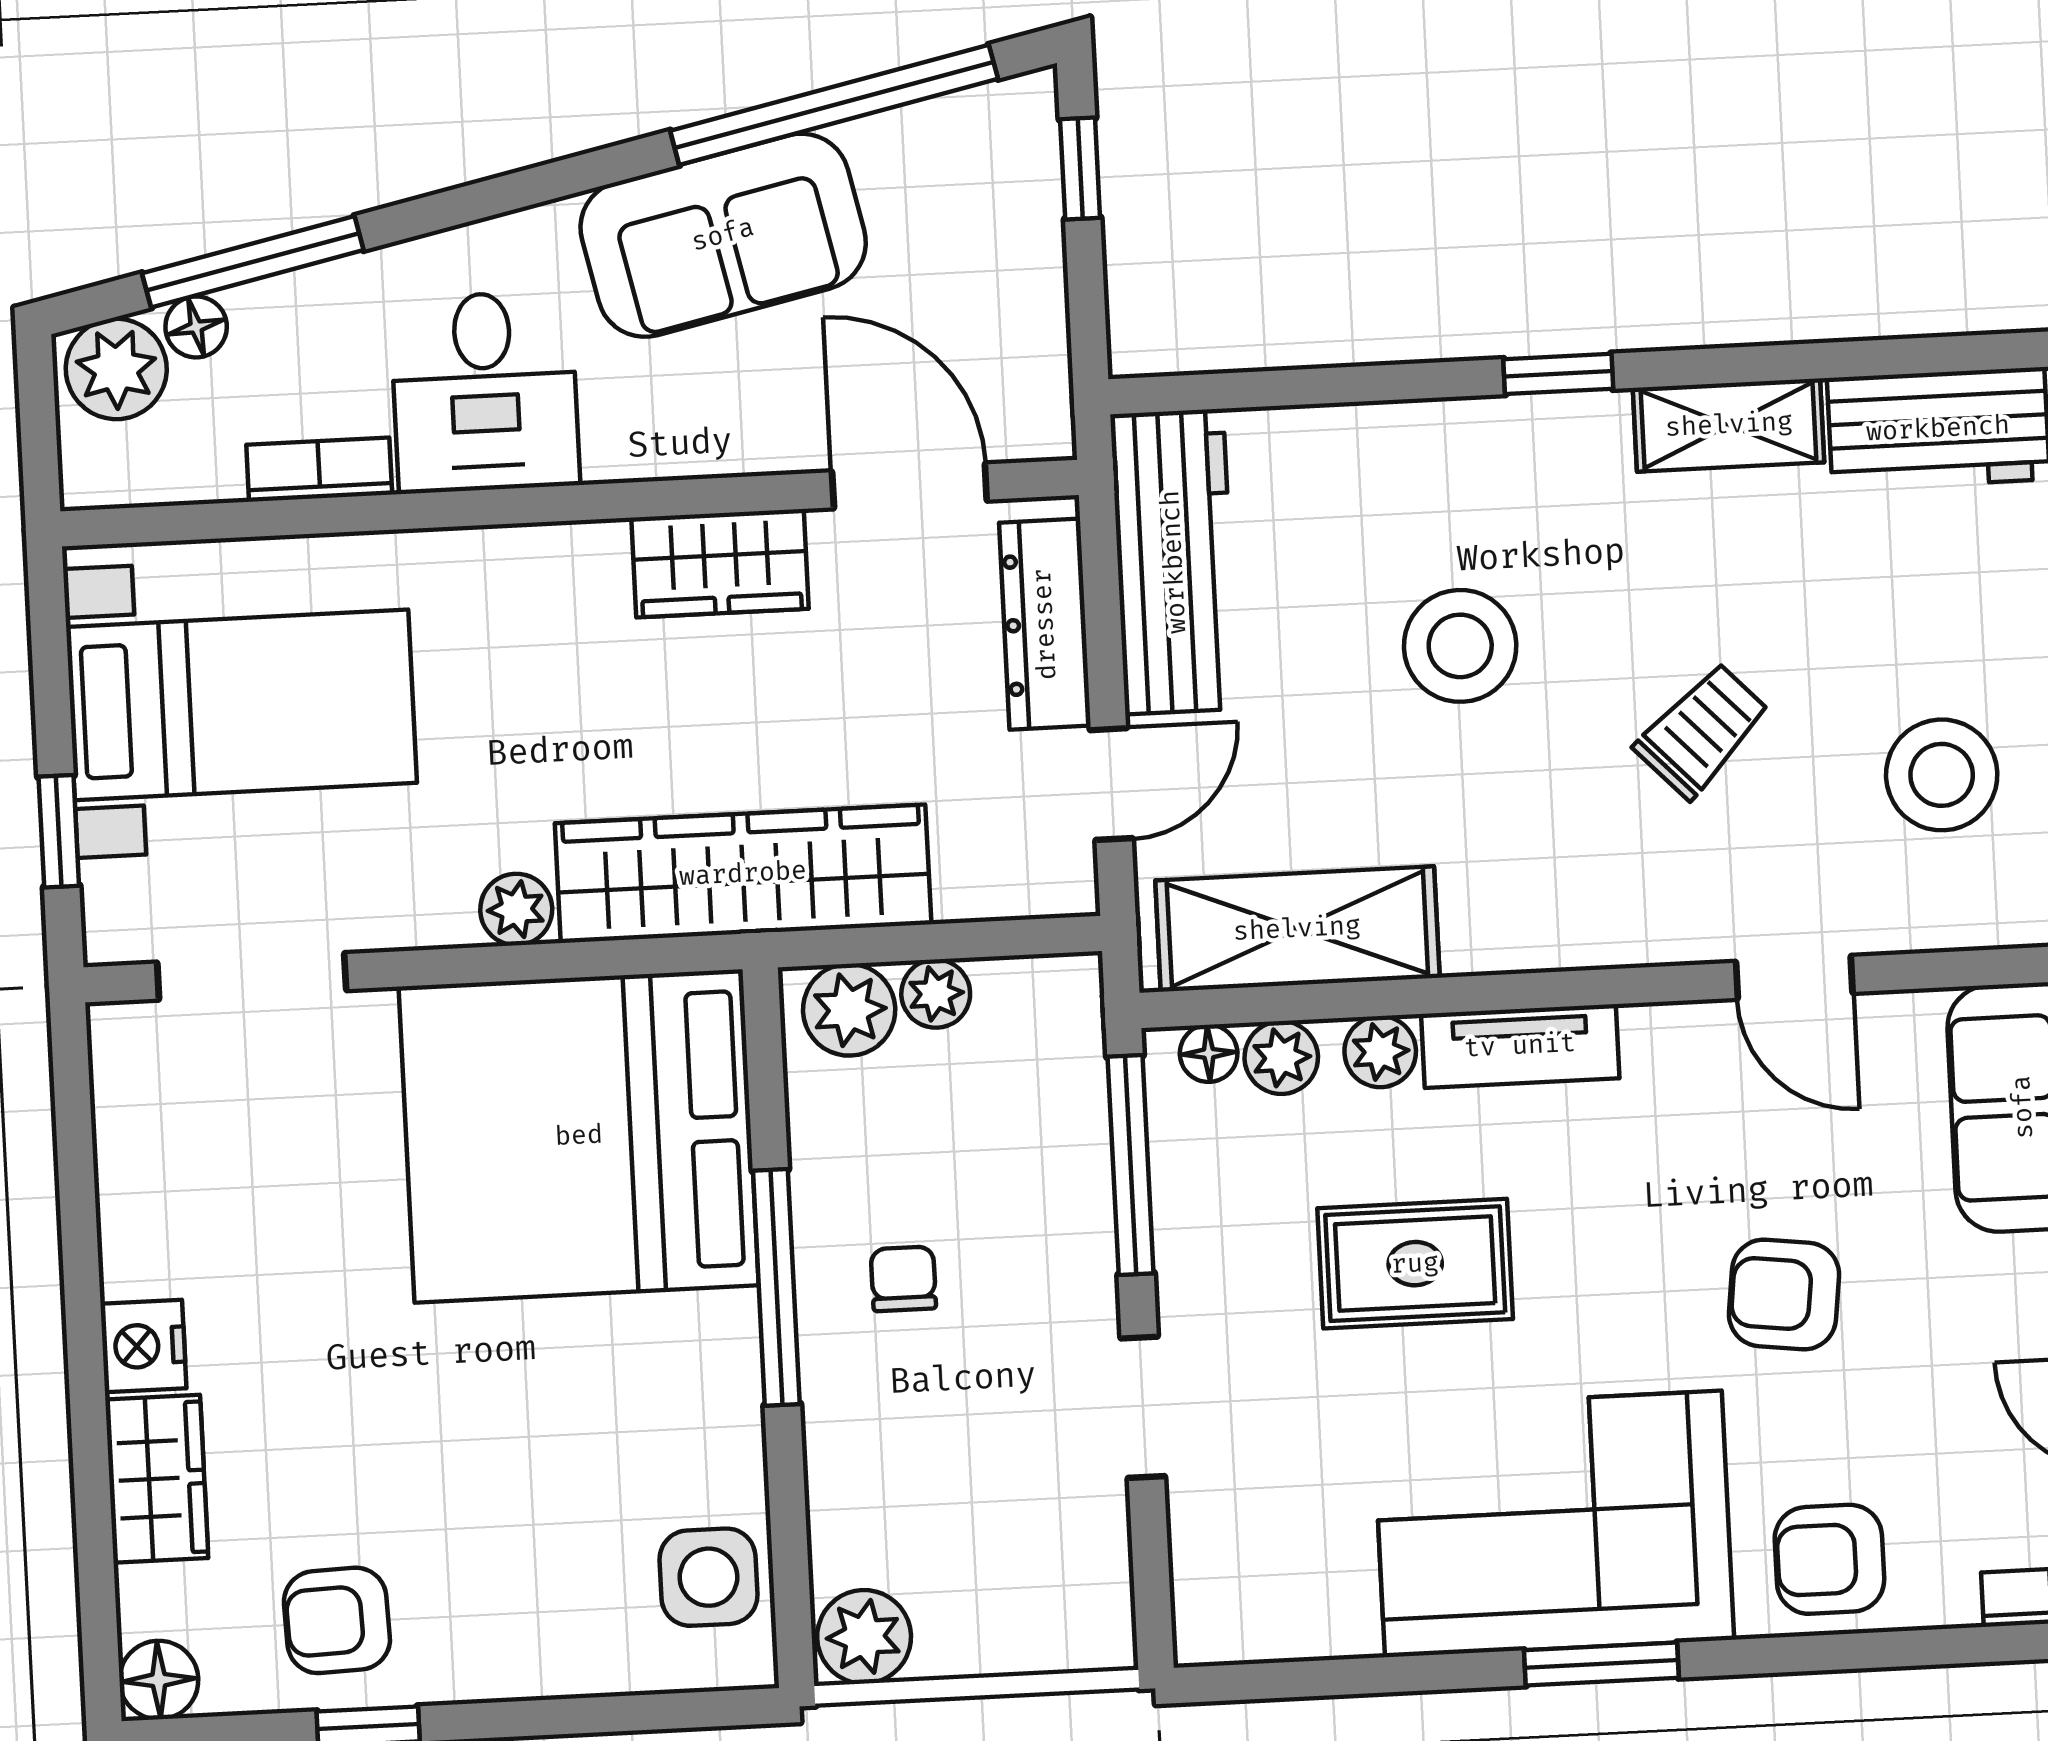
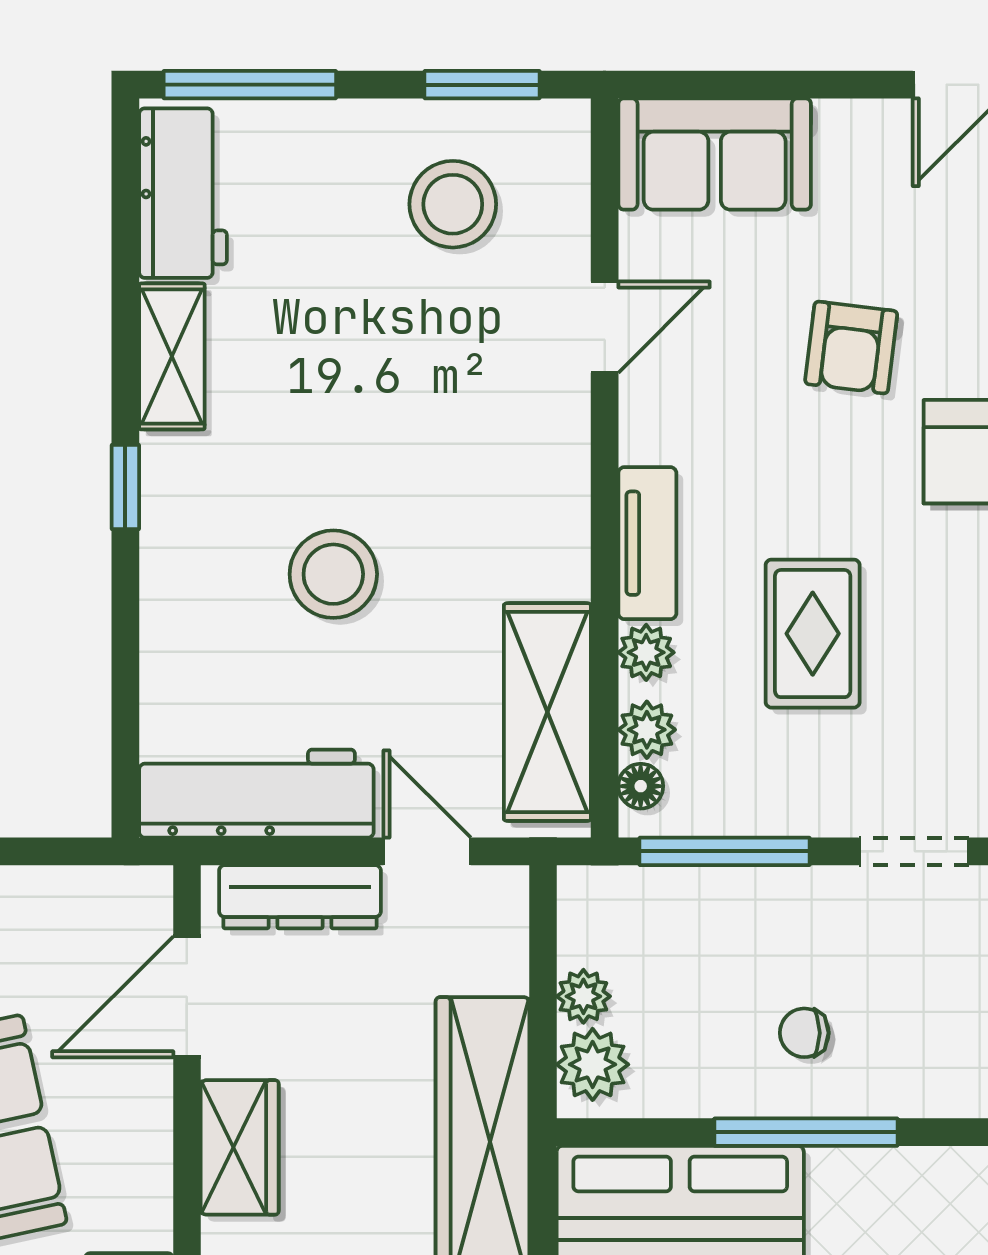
trolley: (1702, 731) -> (409, 389), removed

